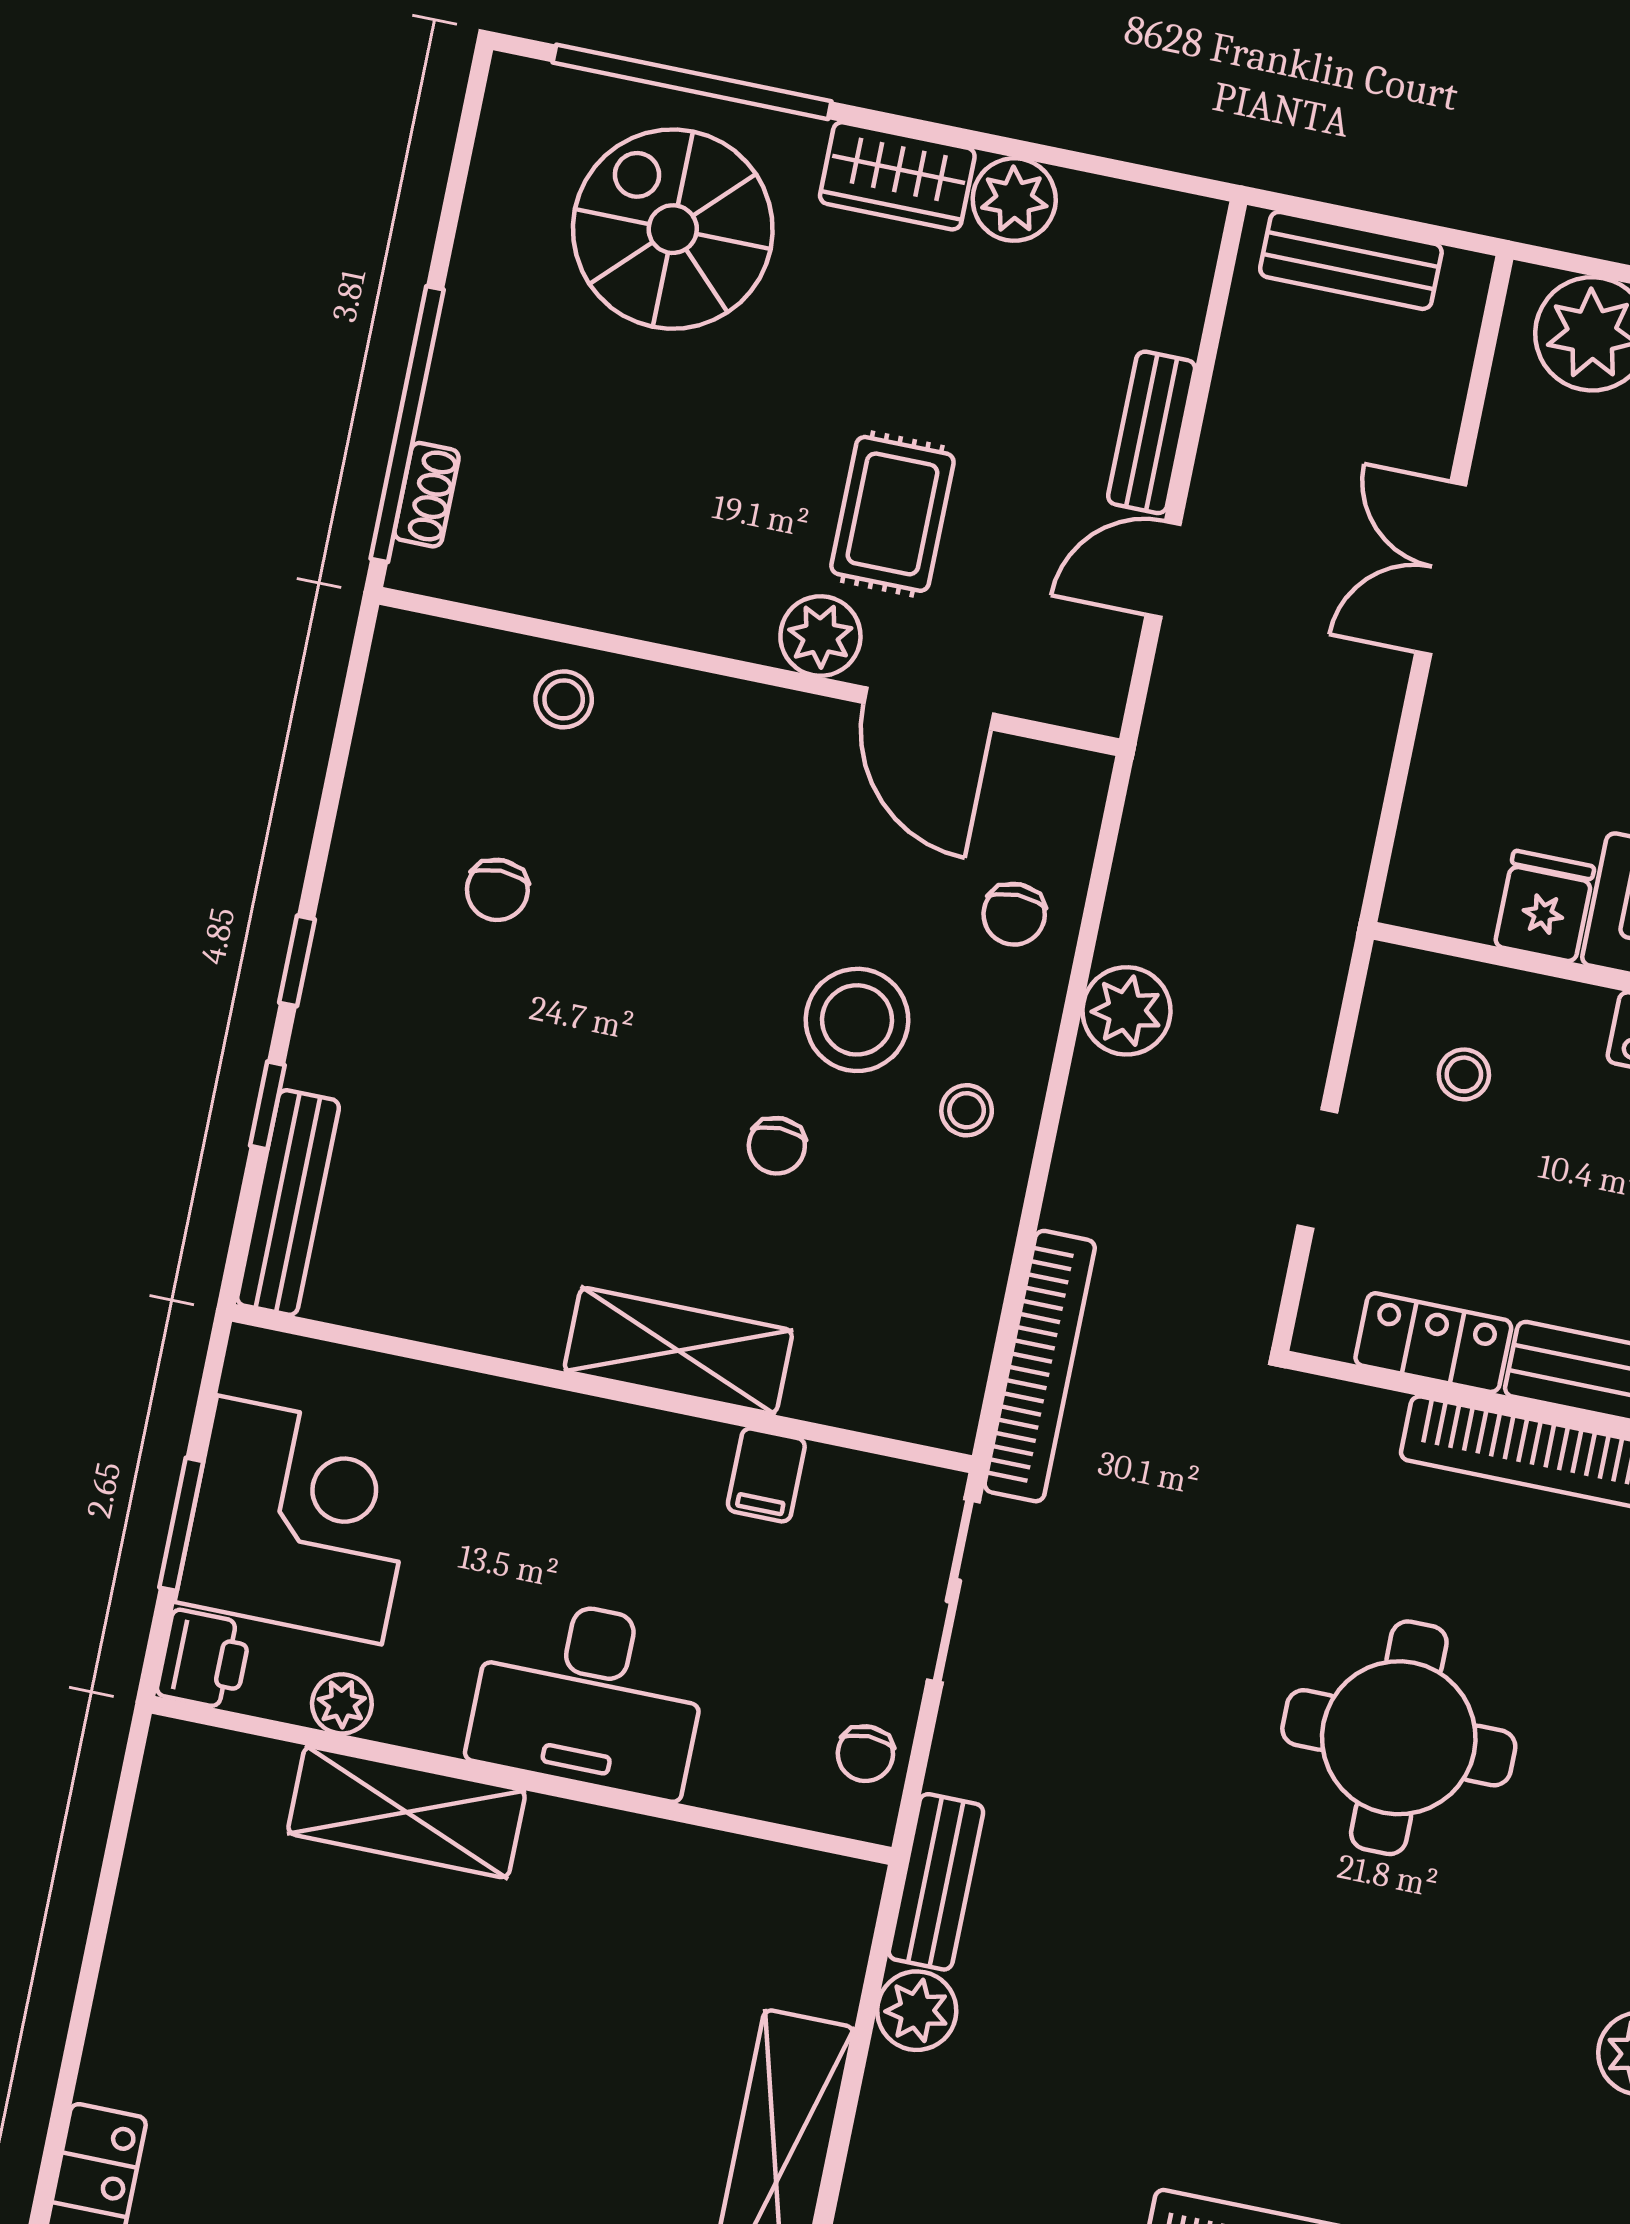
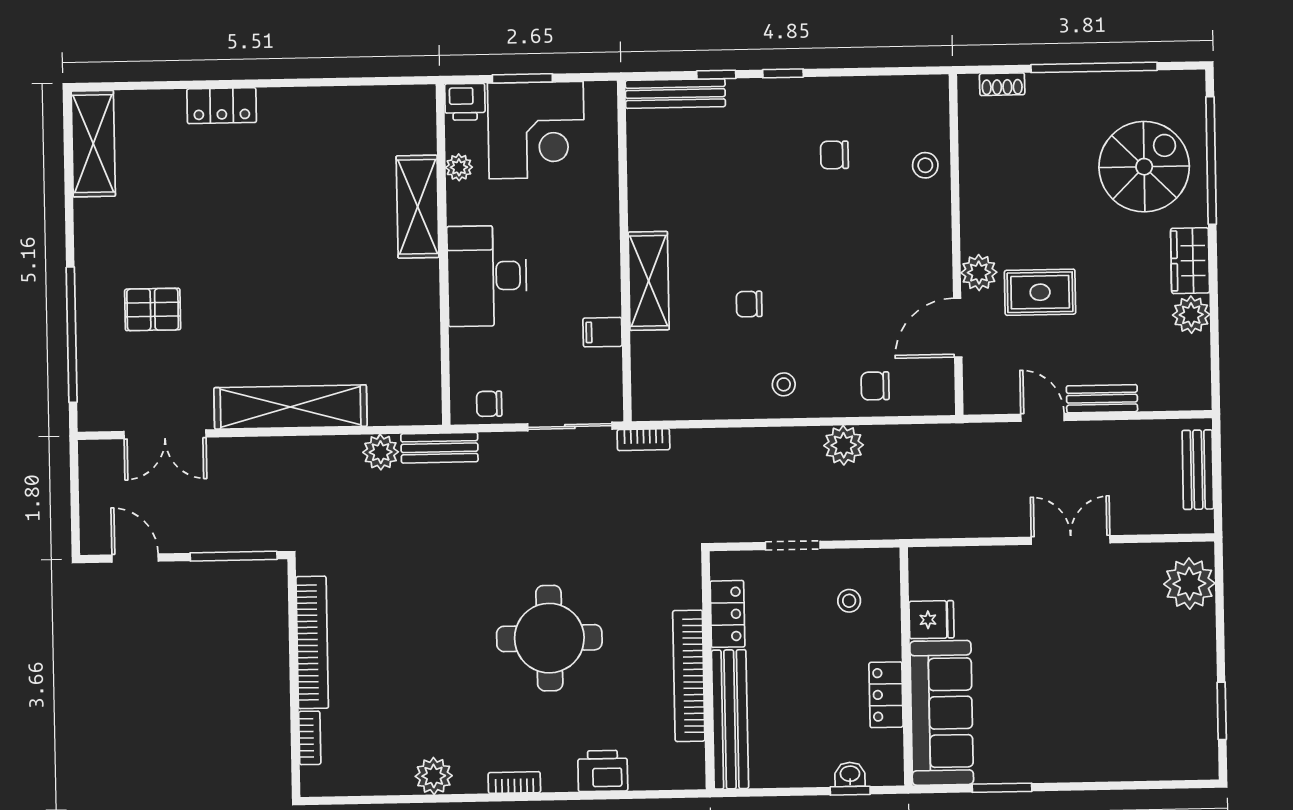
window: (407, 424) -> (1094, 67), moved
stool: (857, 1020) -> (813, 327), removed
bookcase: (1040, 1366) -> (643, 440), width x0.43, depth x0.76

